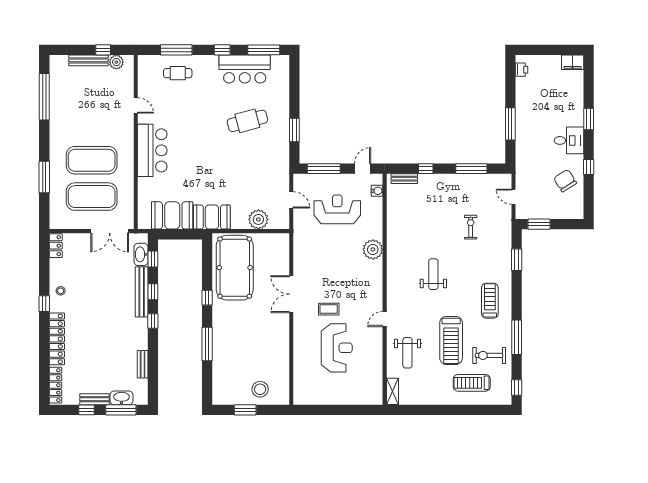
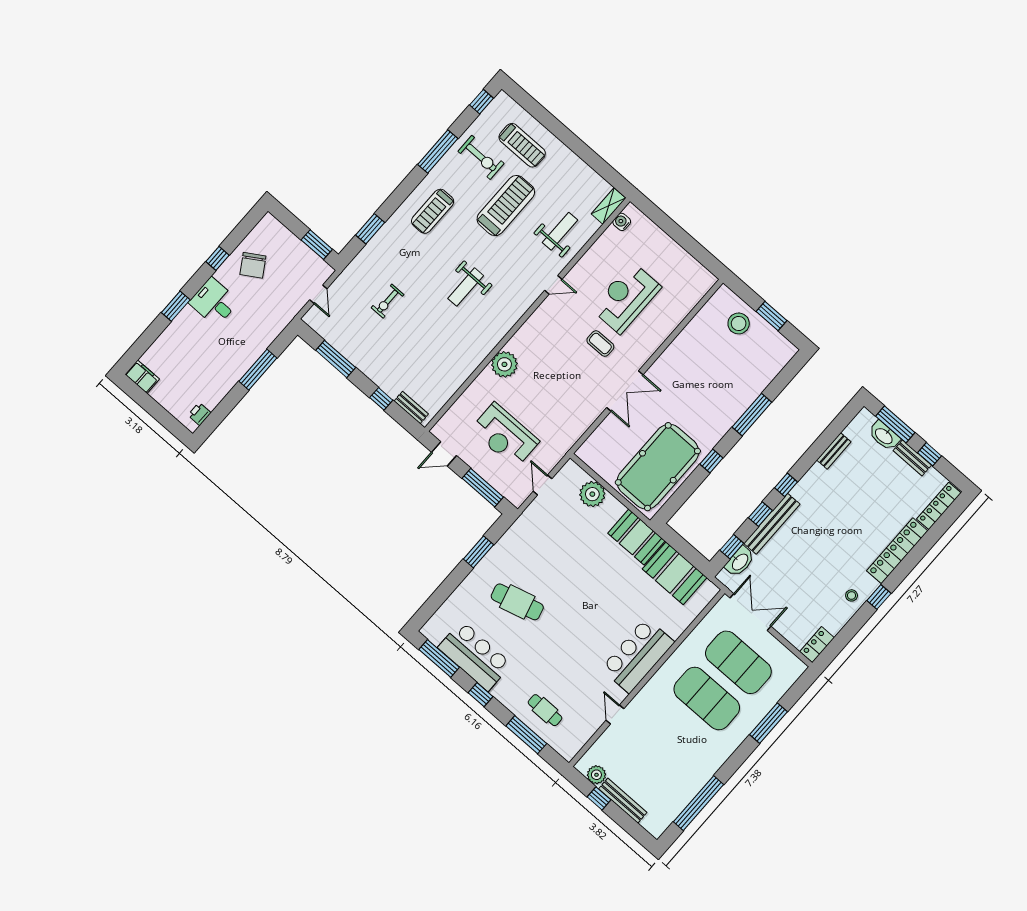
water cooler: (377, 191) -> (622, 222), moved

